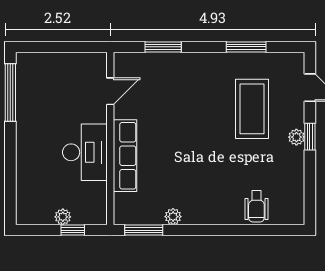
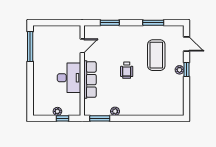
wheelchair: (256, 206) -> (127, 70), moved

